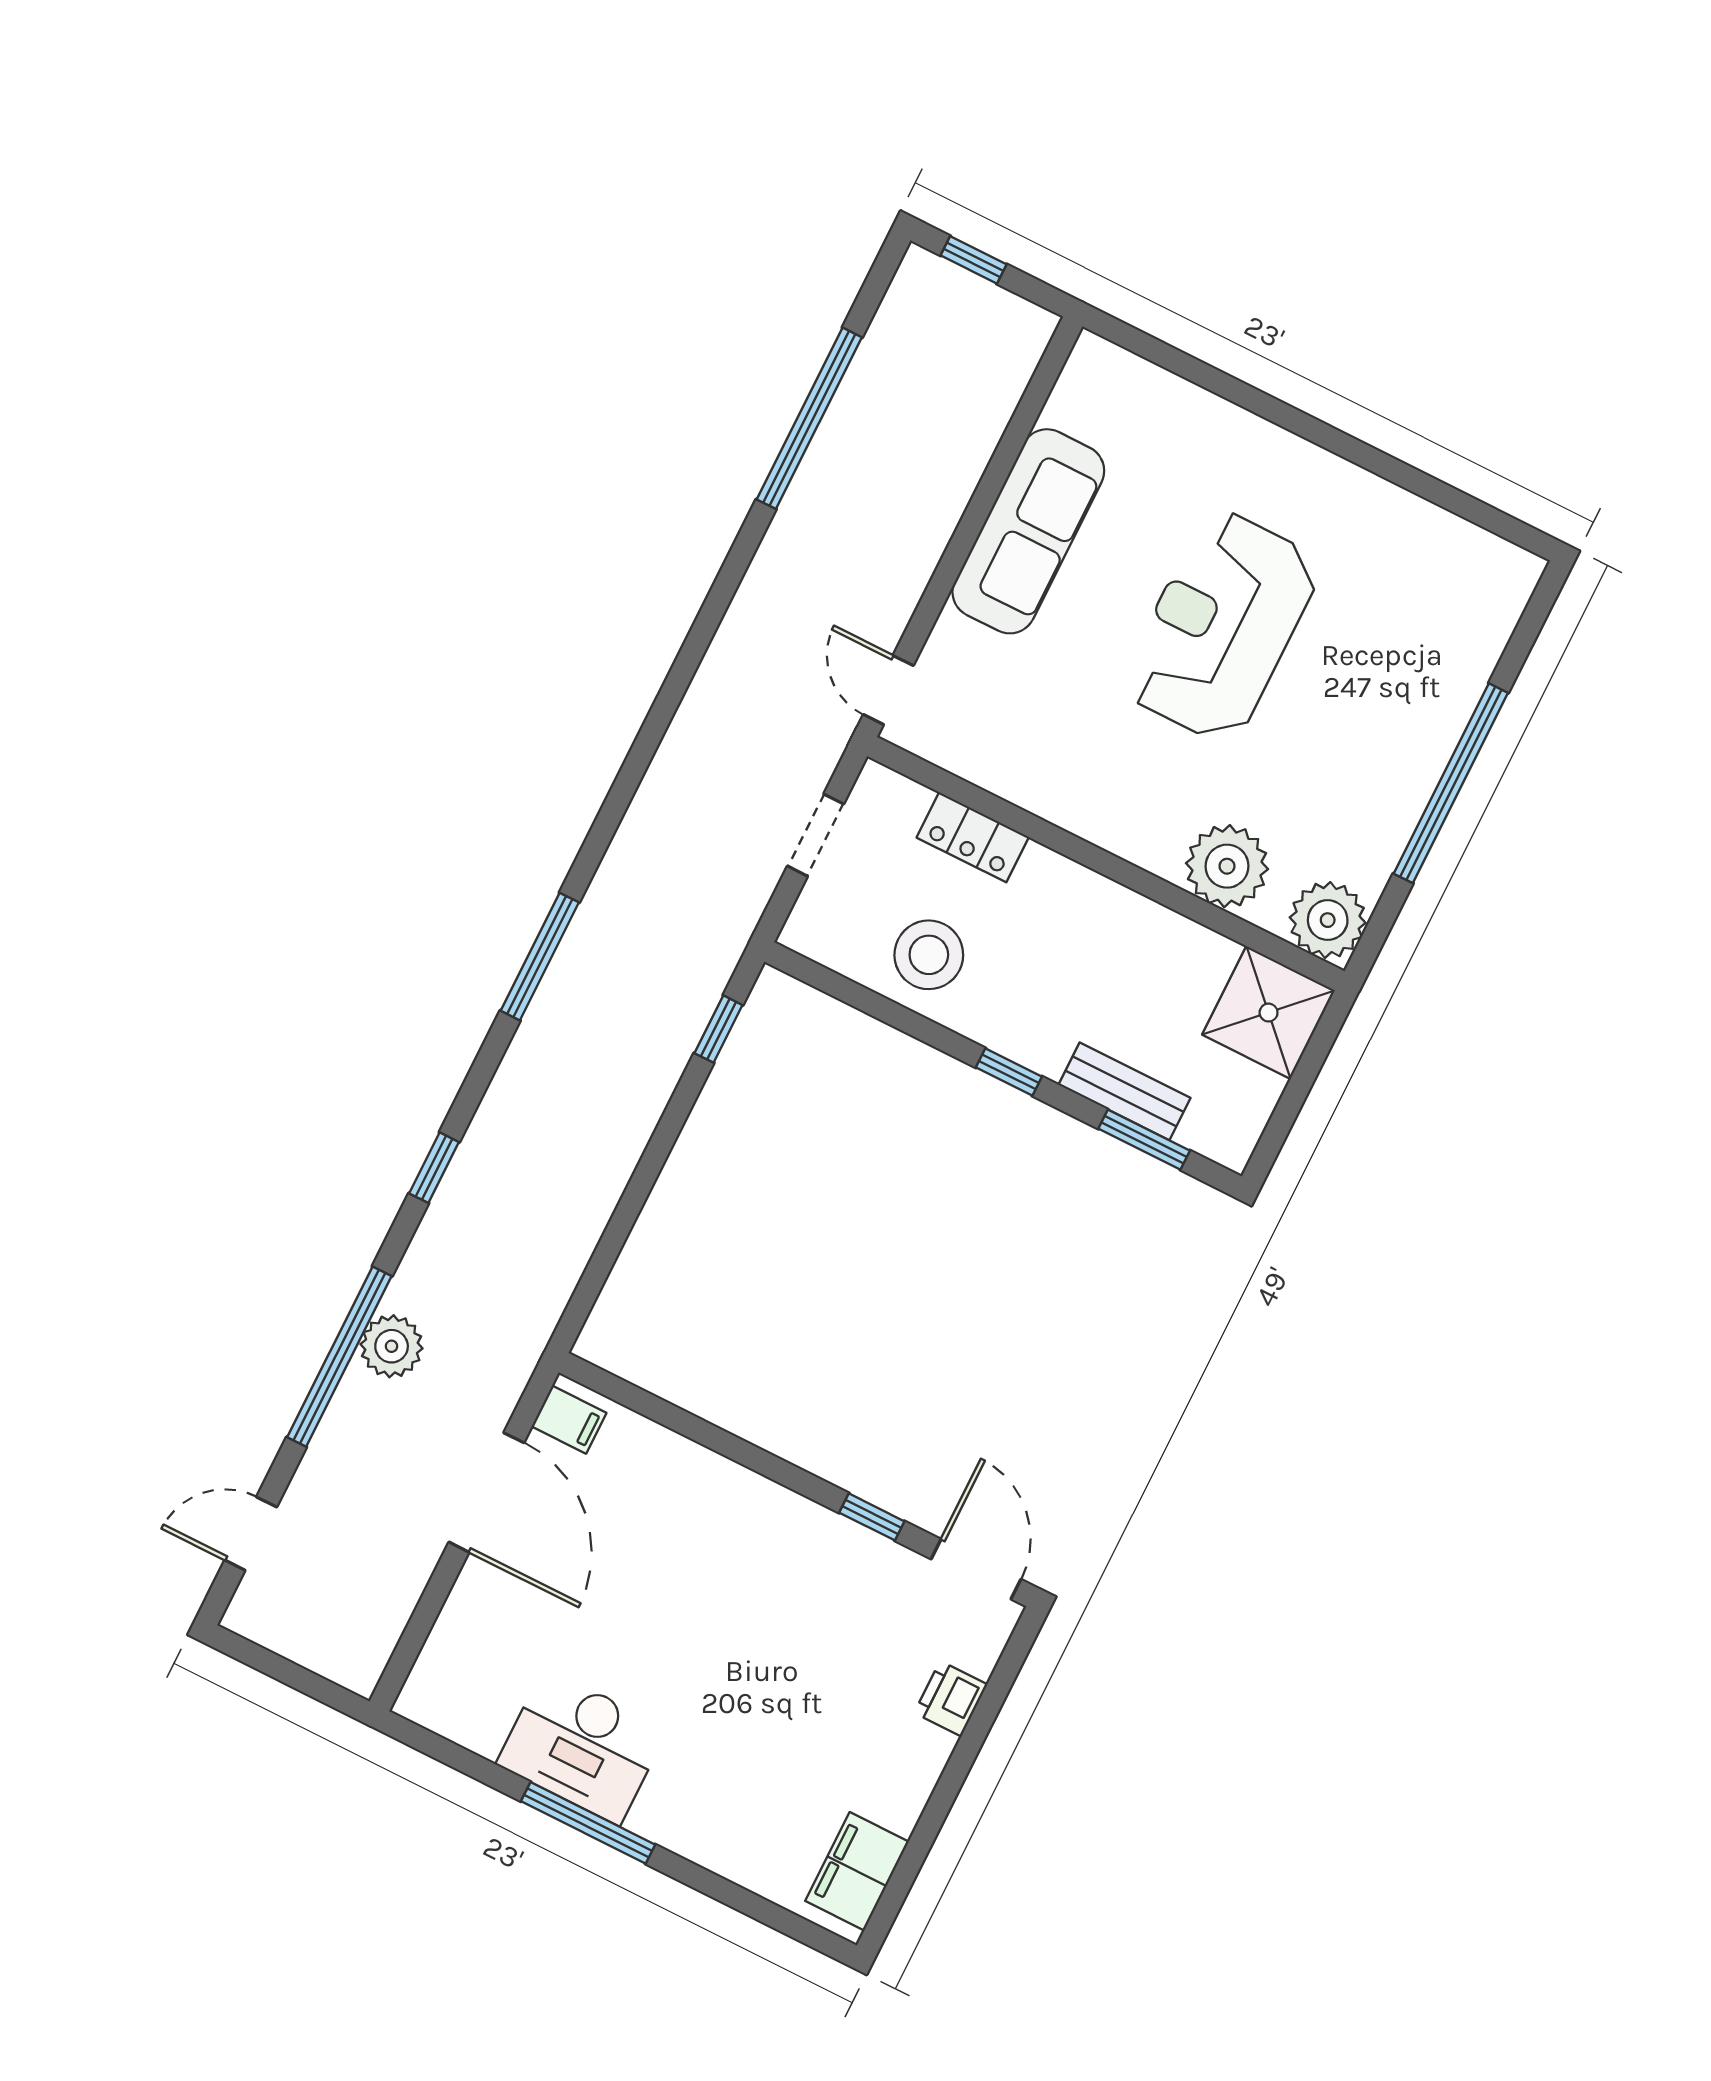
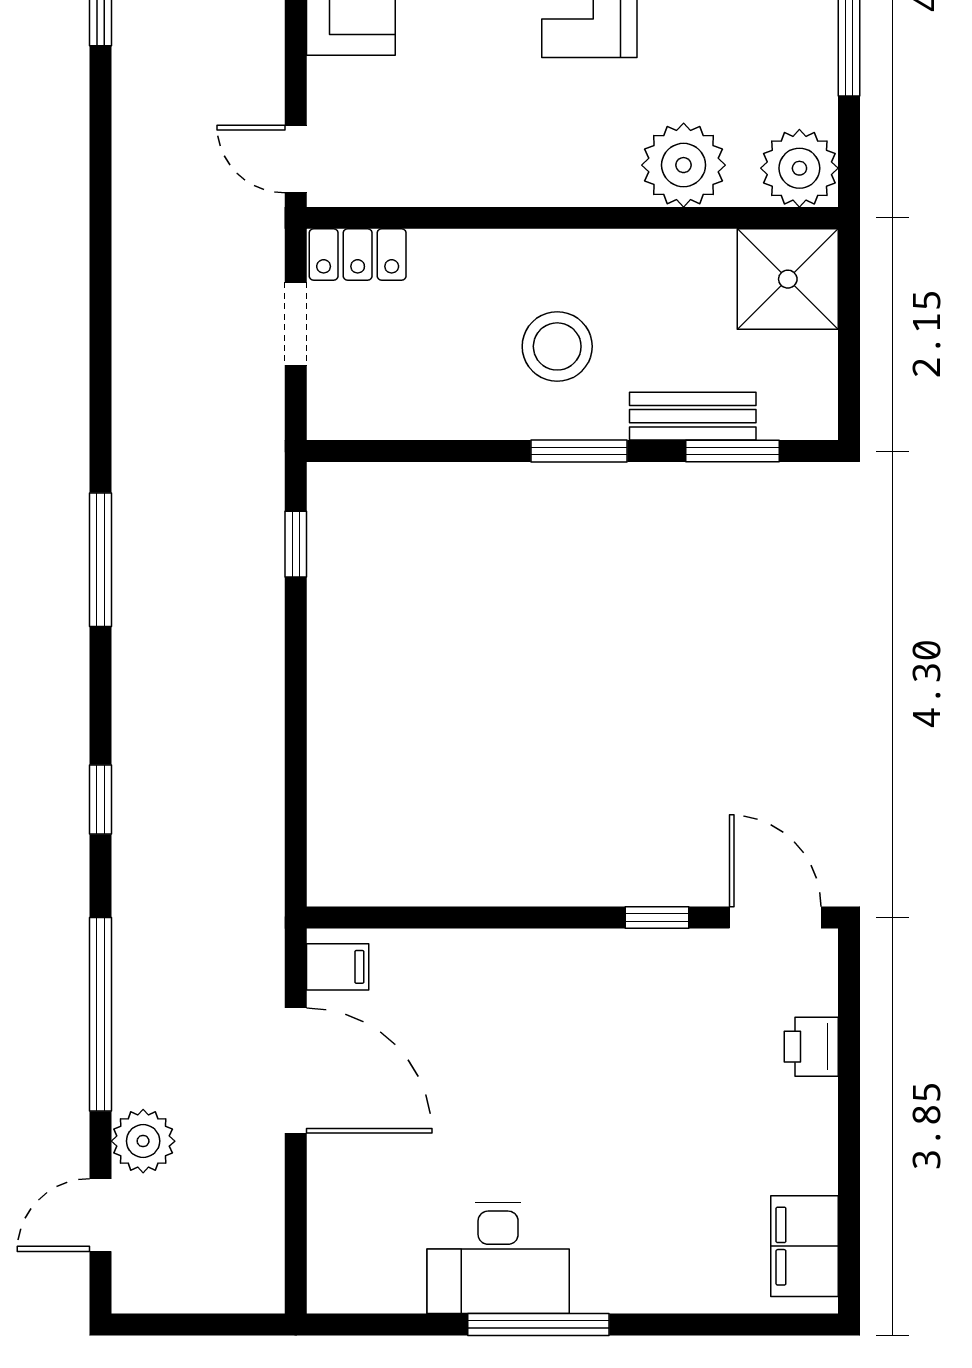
locker: (973, 837) -> (358, 254), moved
stool: (929, 955) -> (557, 346), moved
window: (1009, 1072) -> (579, 451), width x1.50
plant: (392, 1346) -> (143, 1141), moved

